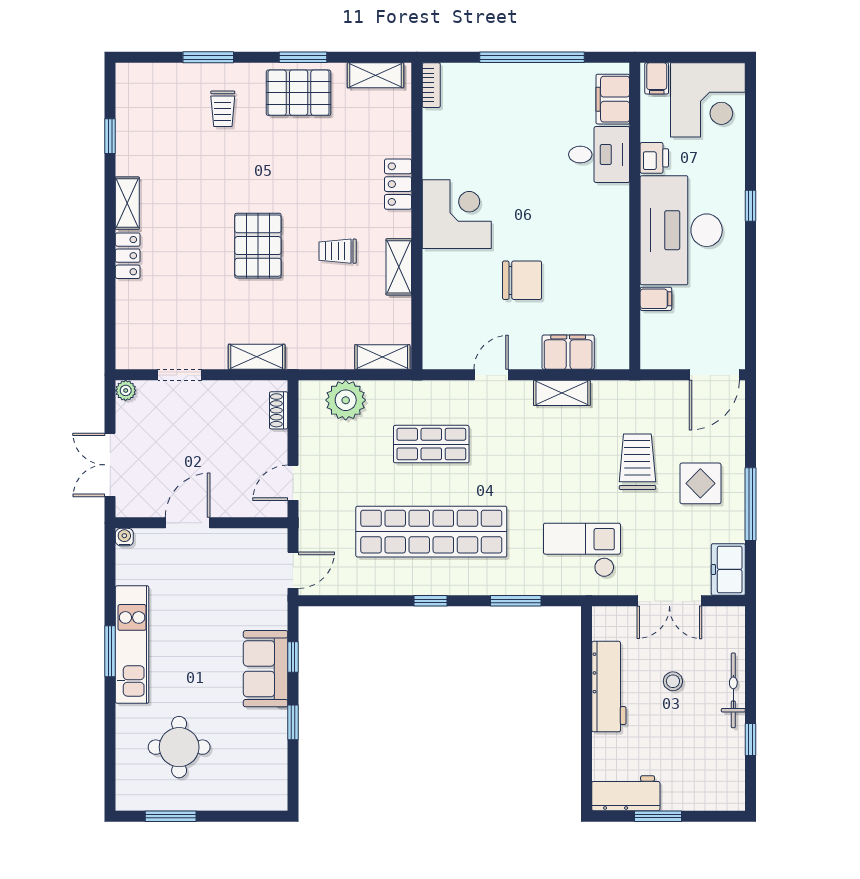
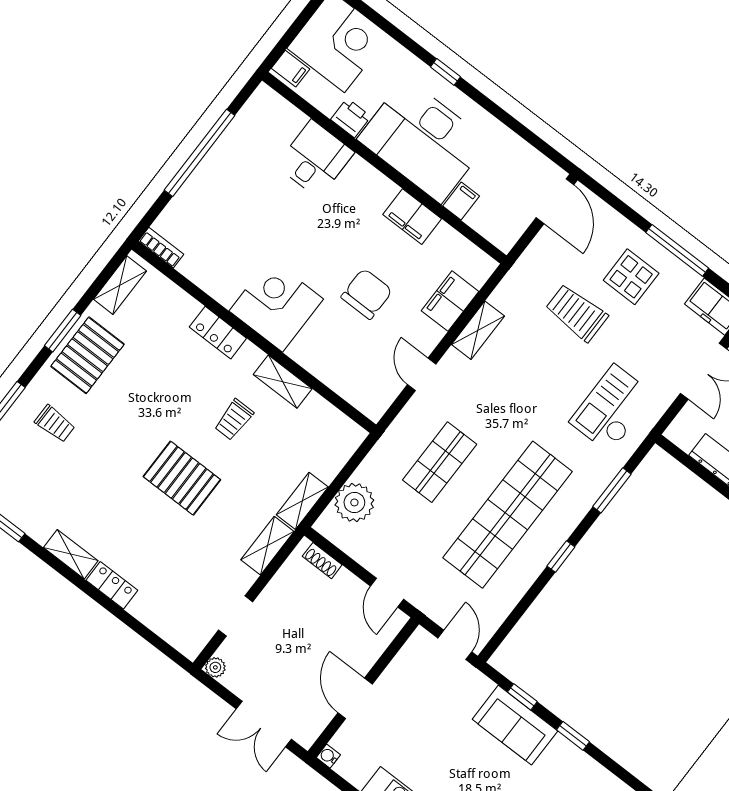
filing cabinet: (613, 99) -> (412, 217), moved
shelving: (382, 357) -> (302, 501), moved

